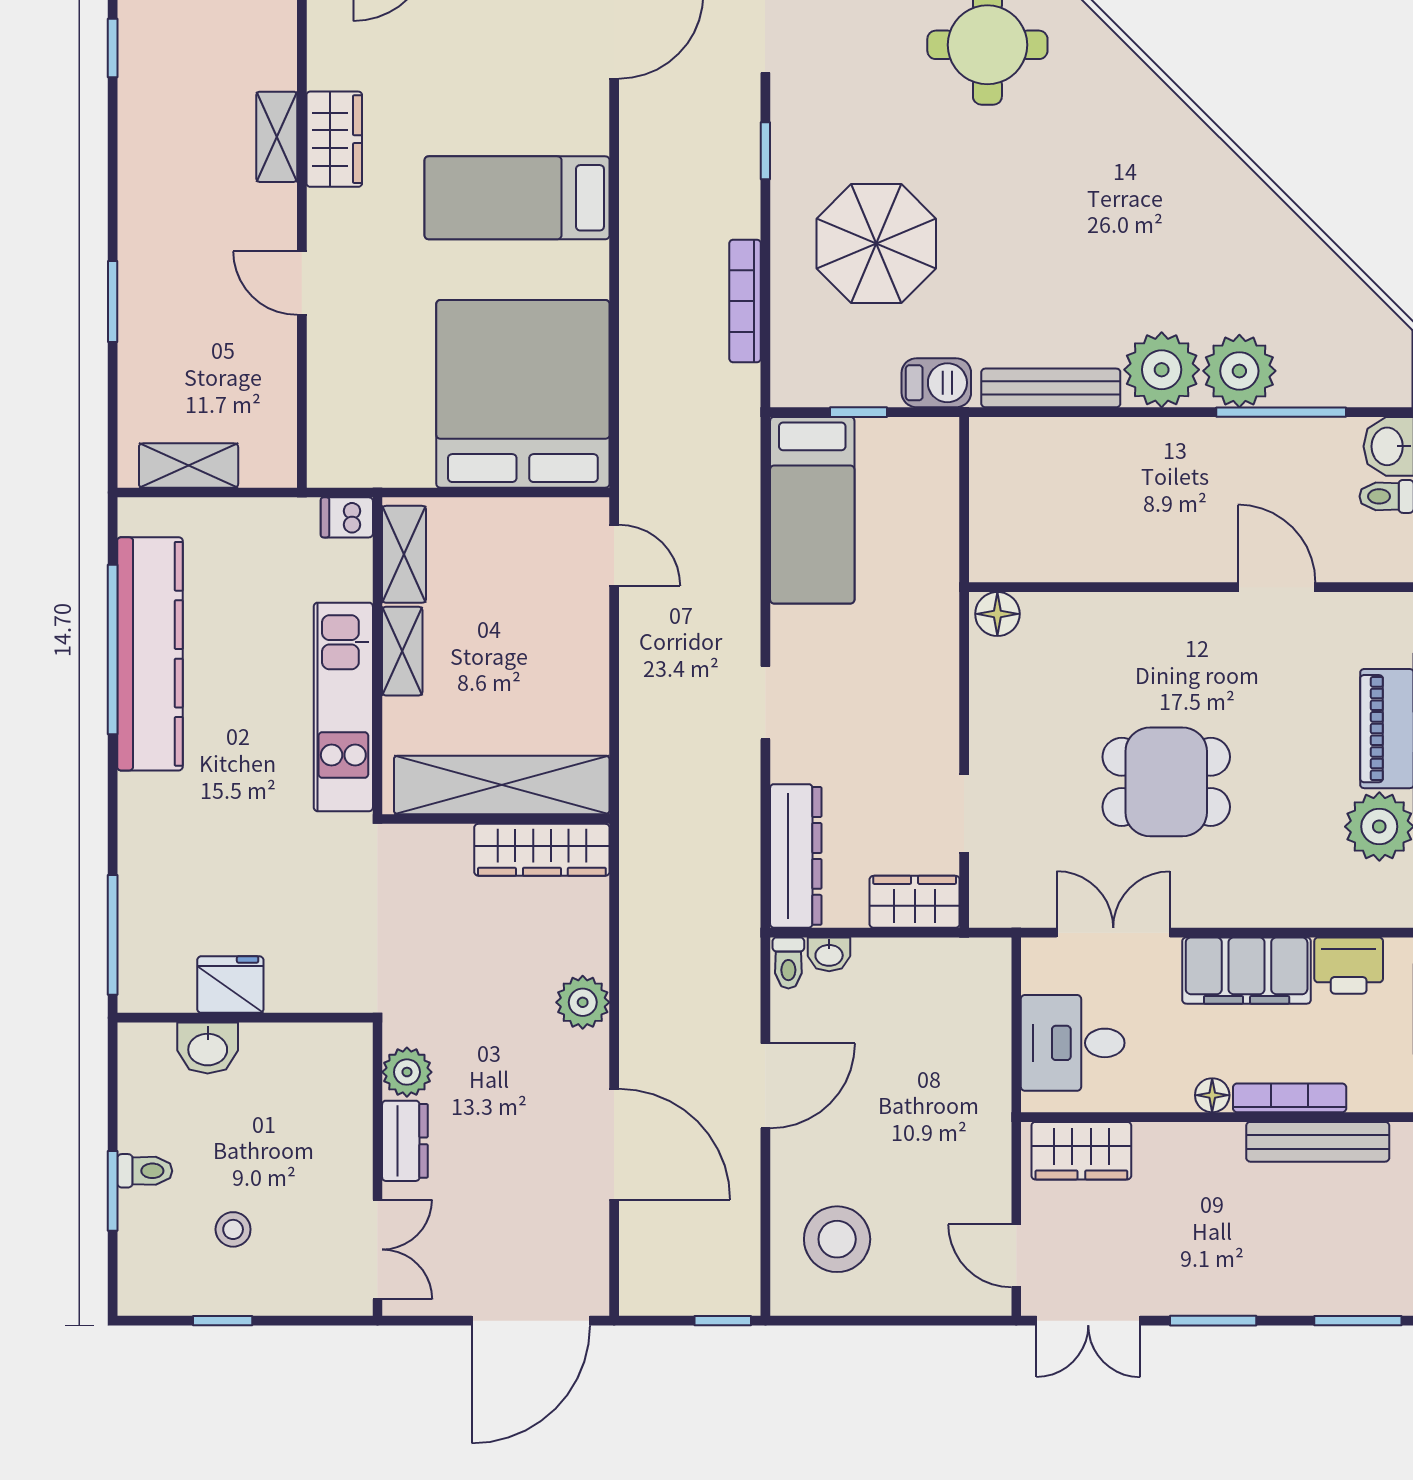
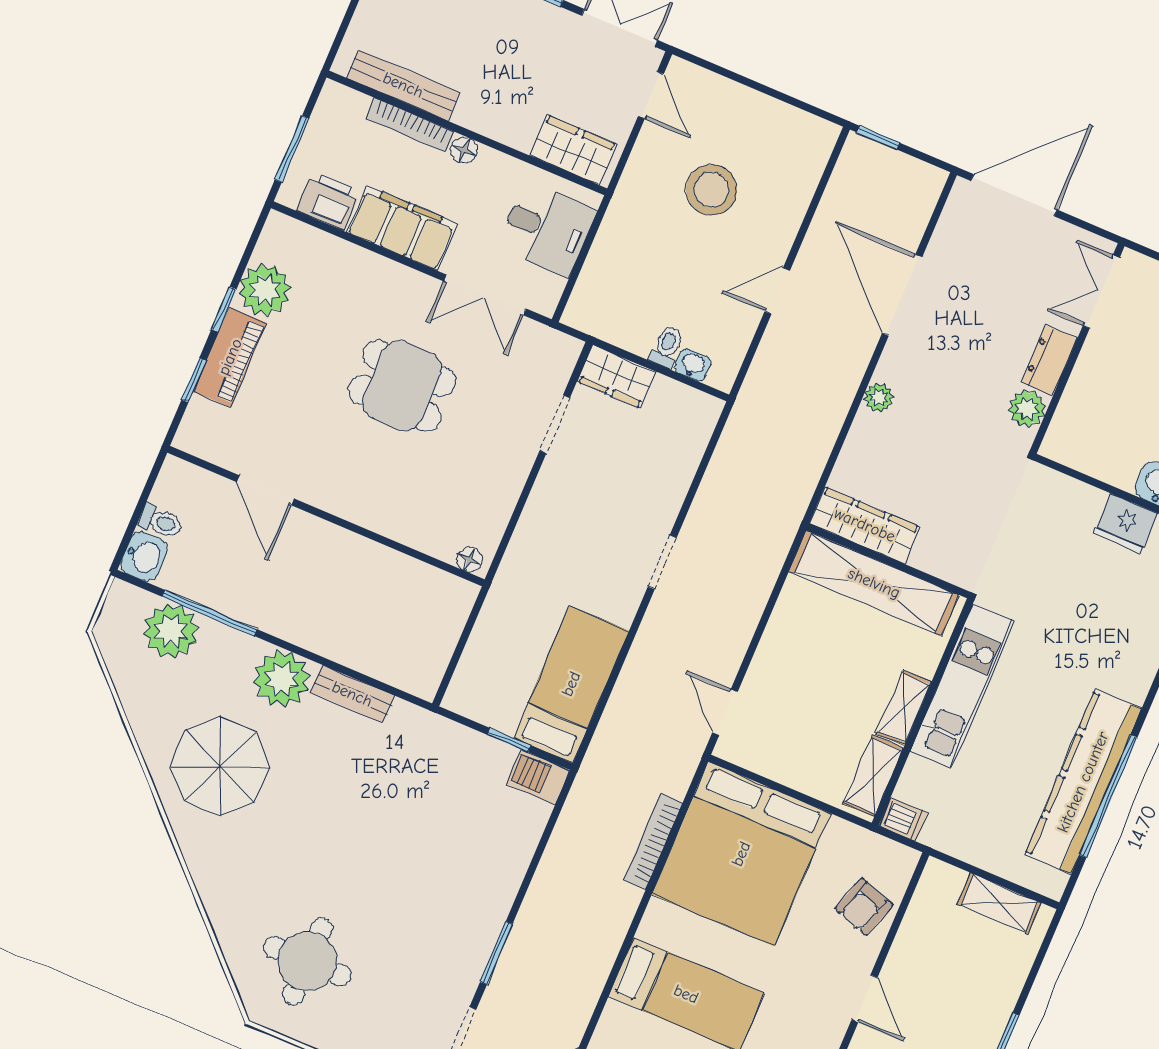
window: (765, 151) -> (496, 953), width x1.50
parasol: (876, 244) -> (220, 767), moved
bookcase: (745, 301) -> (653, 842), moved, turned 180
plant: (1239, 371) -> (171, 631), moved
barbecue: (936, 383) -> (538, 777), moved
bench: (1051, 388) -> (352, 694), width x0.73
armchair: (349, 393) -> (864, 907), added
floor lamp: (997, 614) -> (469, 560), width x0.73, depth x0.73
dresser: (796, 856) -> (687, 445), removed
toilet: (788, 963) -> (667, 347), moved
plant: (583, 1002) -> (879, 398), width x0.73, depth x0.73
door: (765, 1086) -> (777, 291), width x0.73
stool: (837, 1239) -> (711, 190), moved

